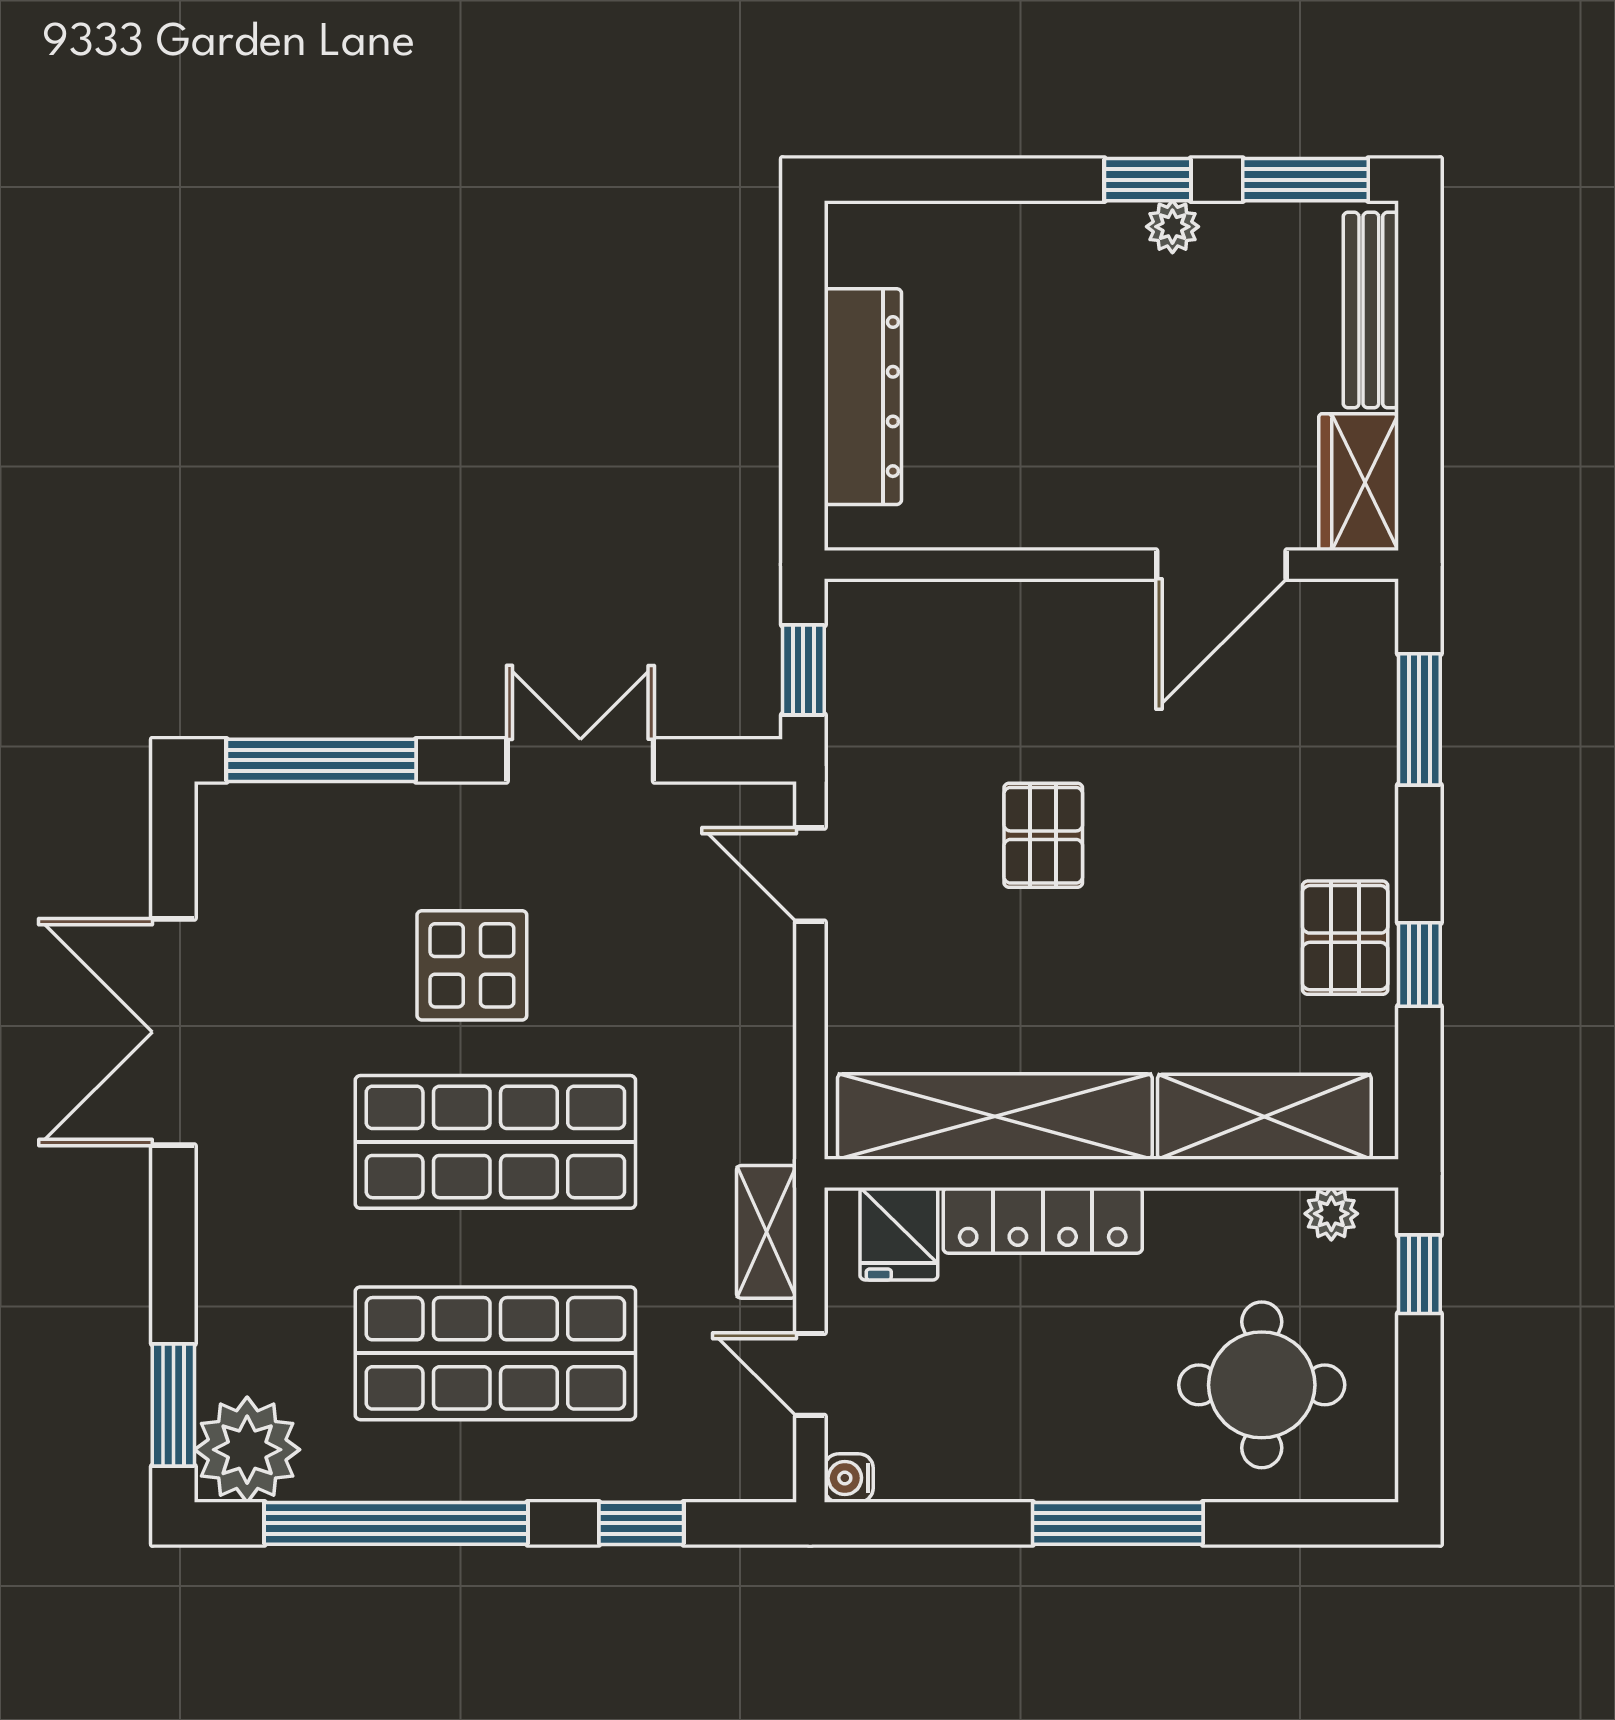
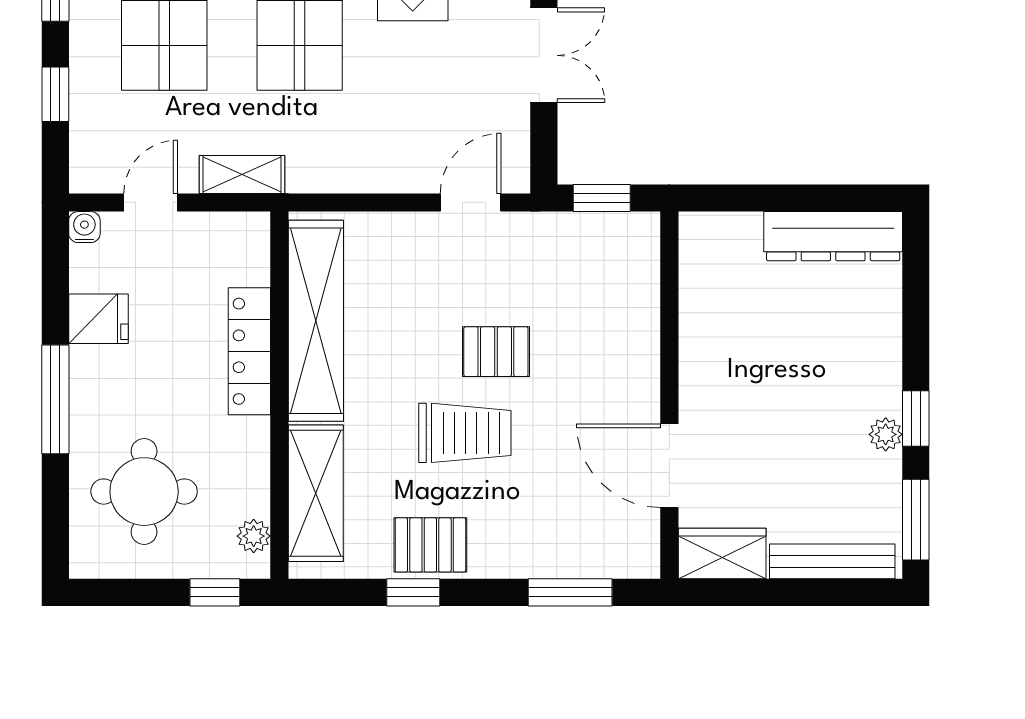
dresser: (863, 397) -> (833, 236), moved
trolley: (1170, 884) -> (465, 433), added
fridge: (899, 1234) -> (98, 319), moved, turned 180

